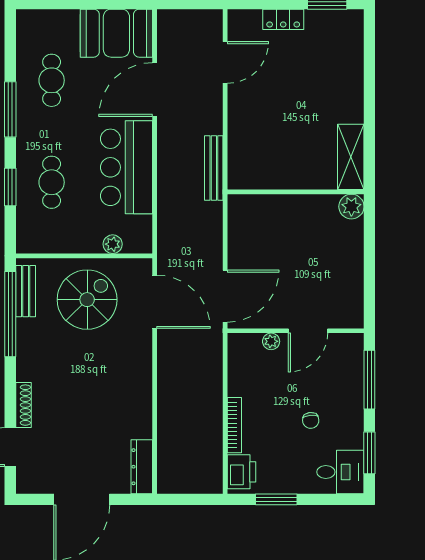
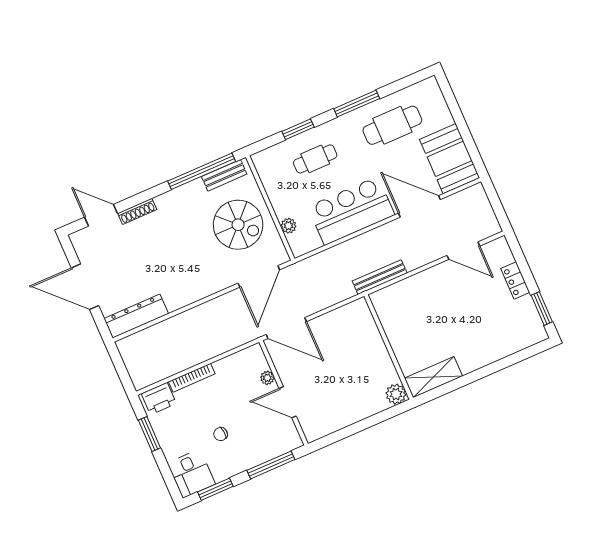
cafe table: (52, 80) -> (392, 125), width x1.37, depth x1.35
dresser: (142, 467) -> (136, 316), width x1.37, depth x1.24

